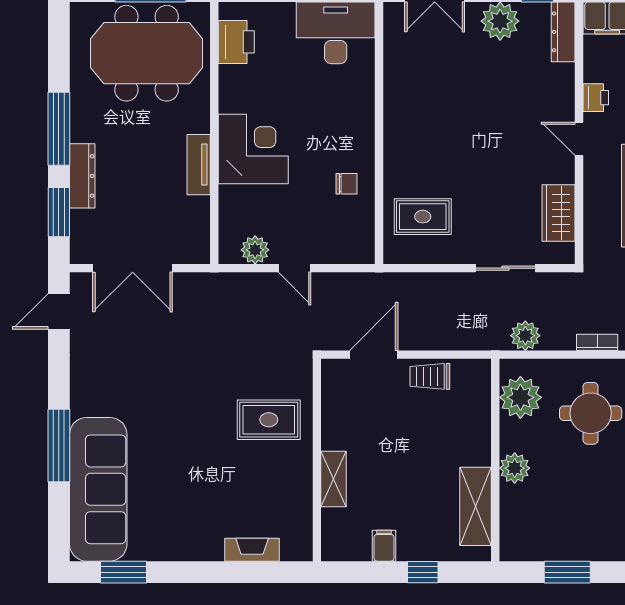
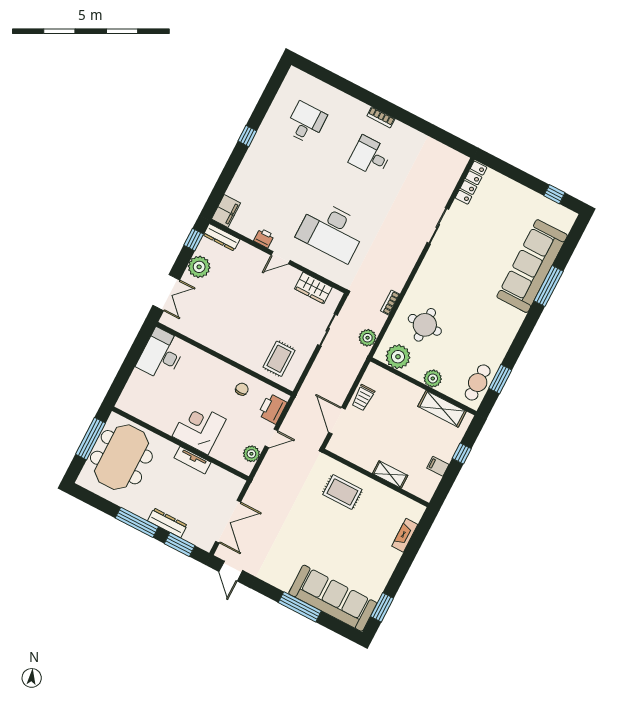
printer: (236, 42) -> (272, 409), moved, turned -90
rug: (269, 420) -> (342, 492), turned 90
cafe table: (544, 540) -> (478, 383), added

